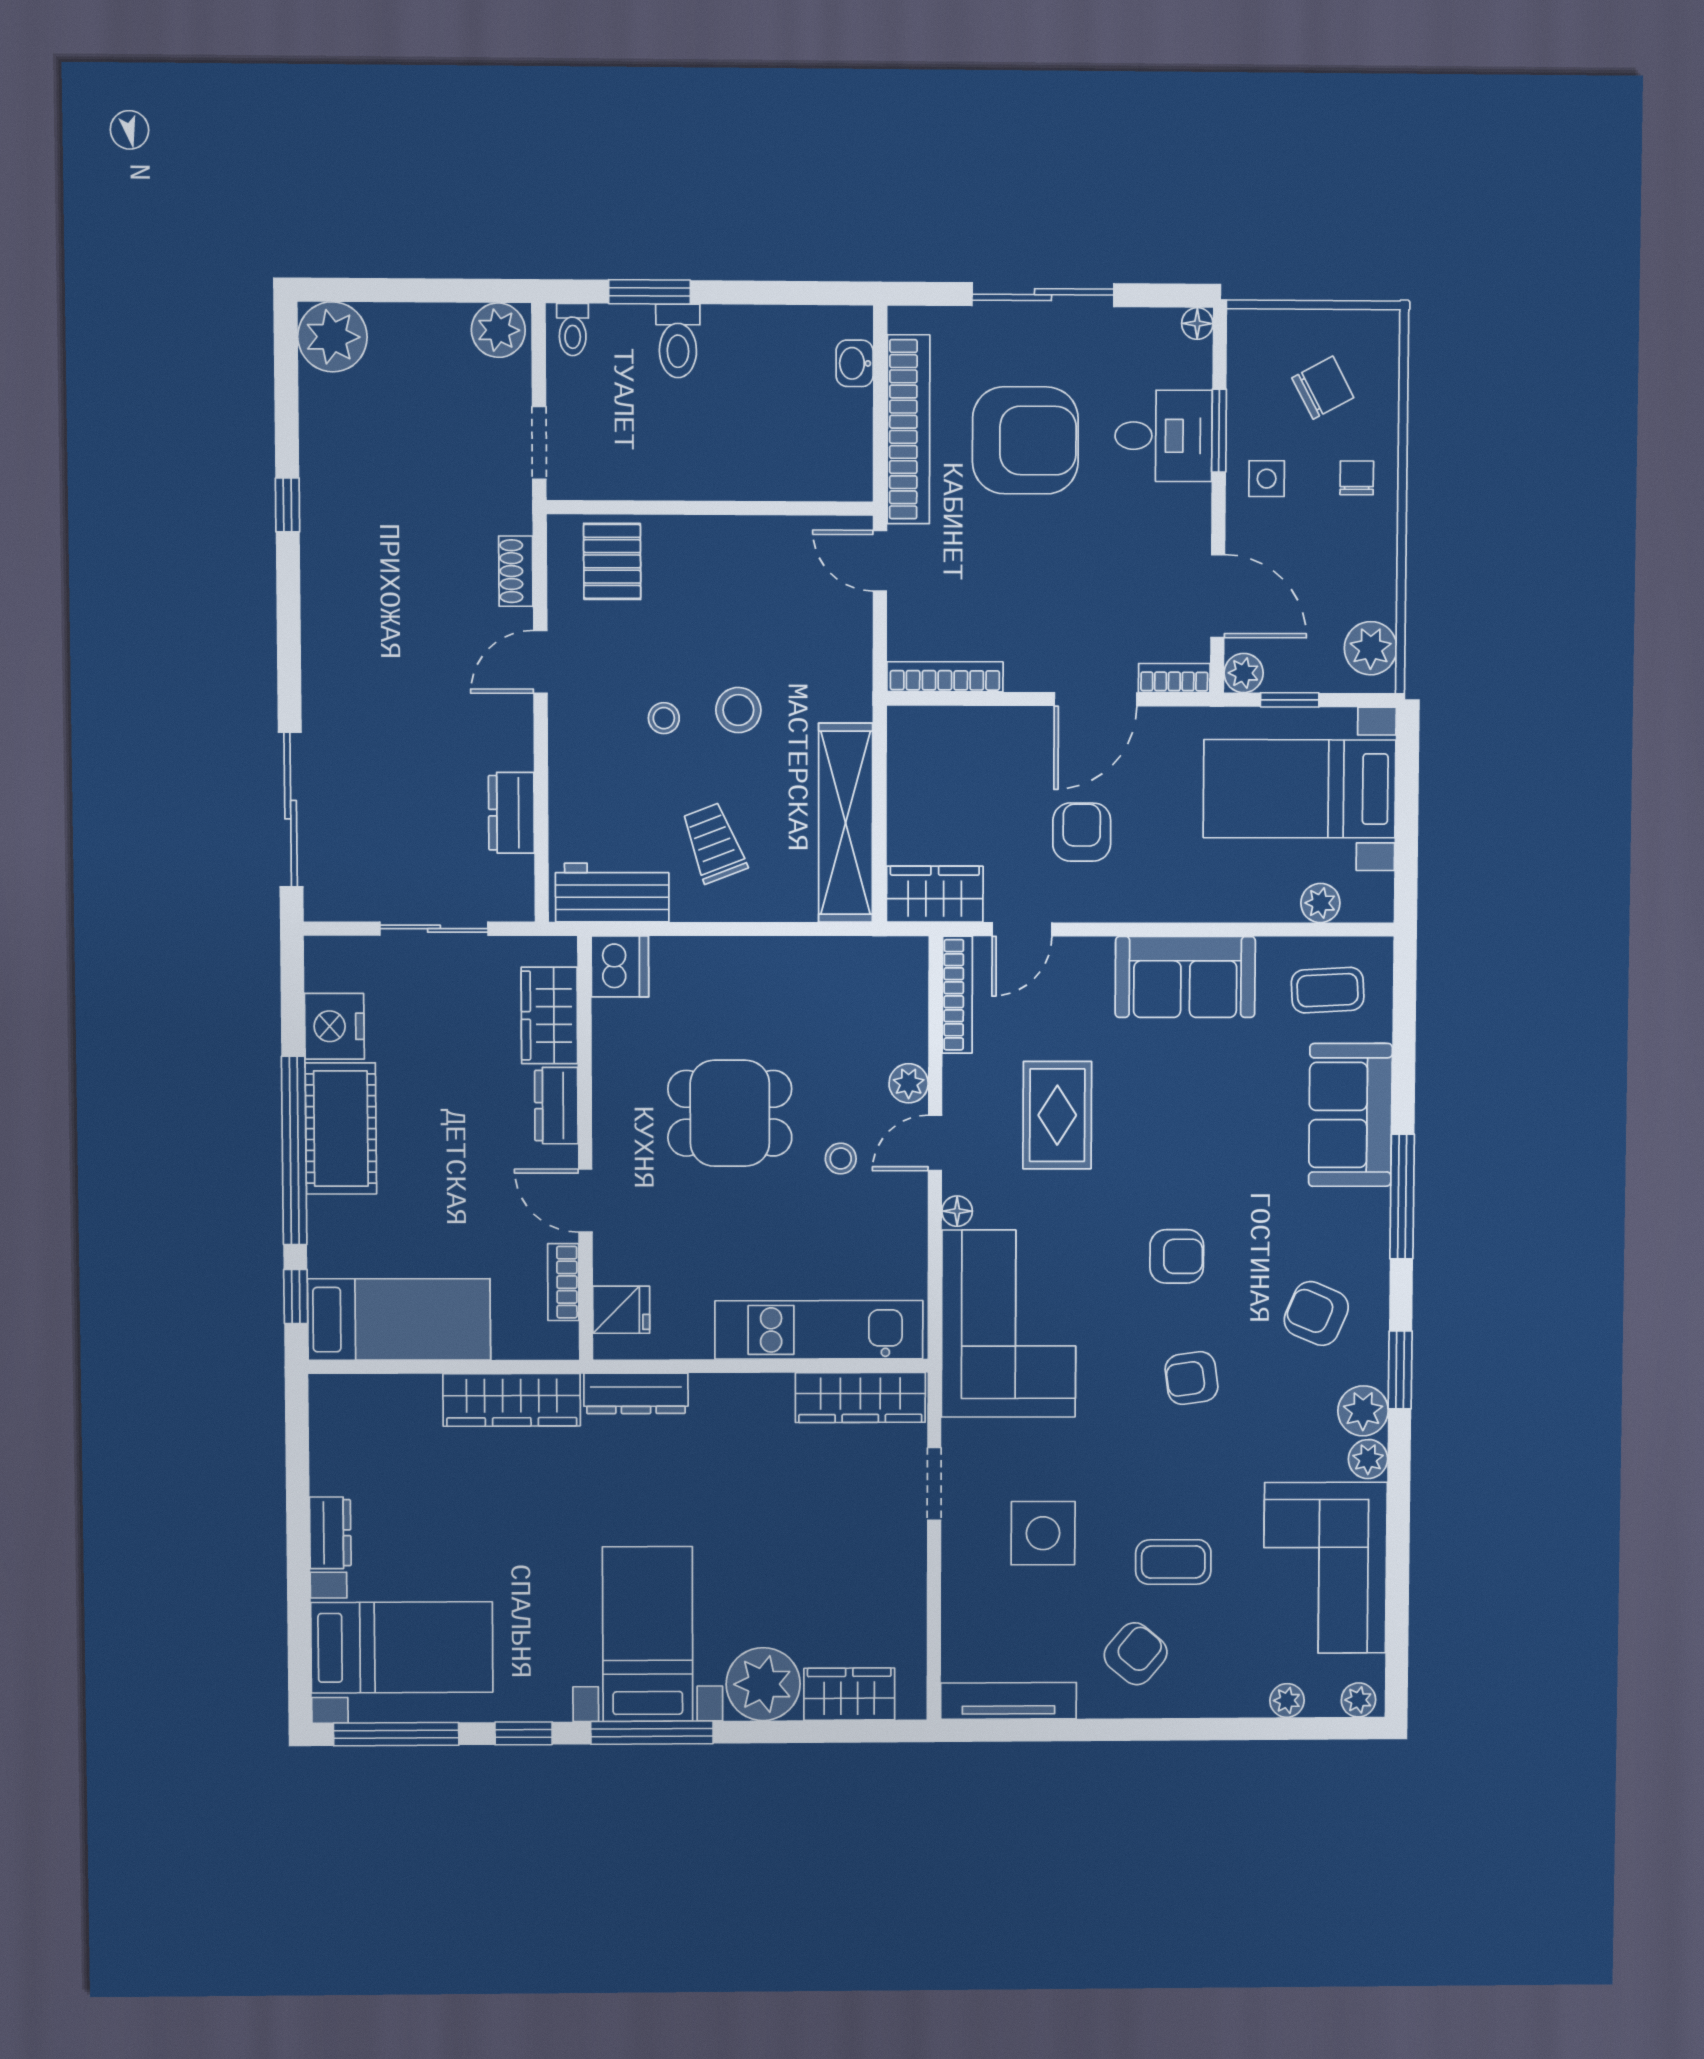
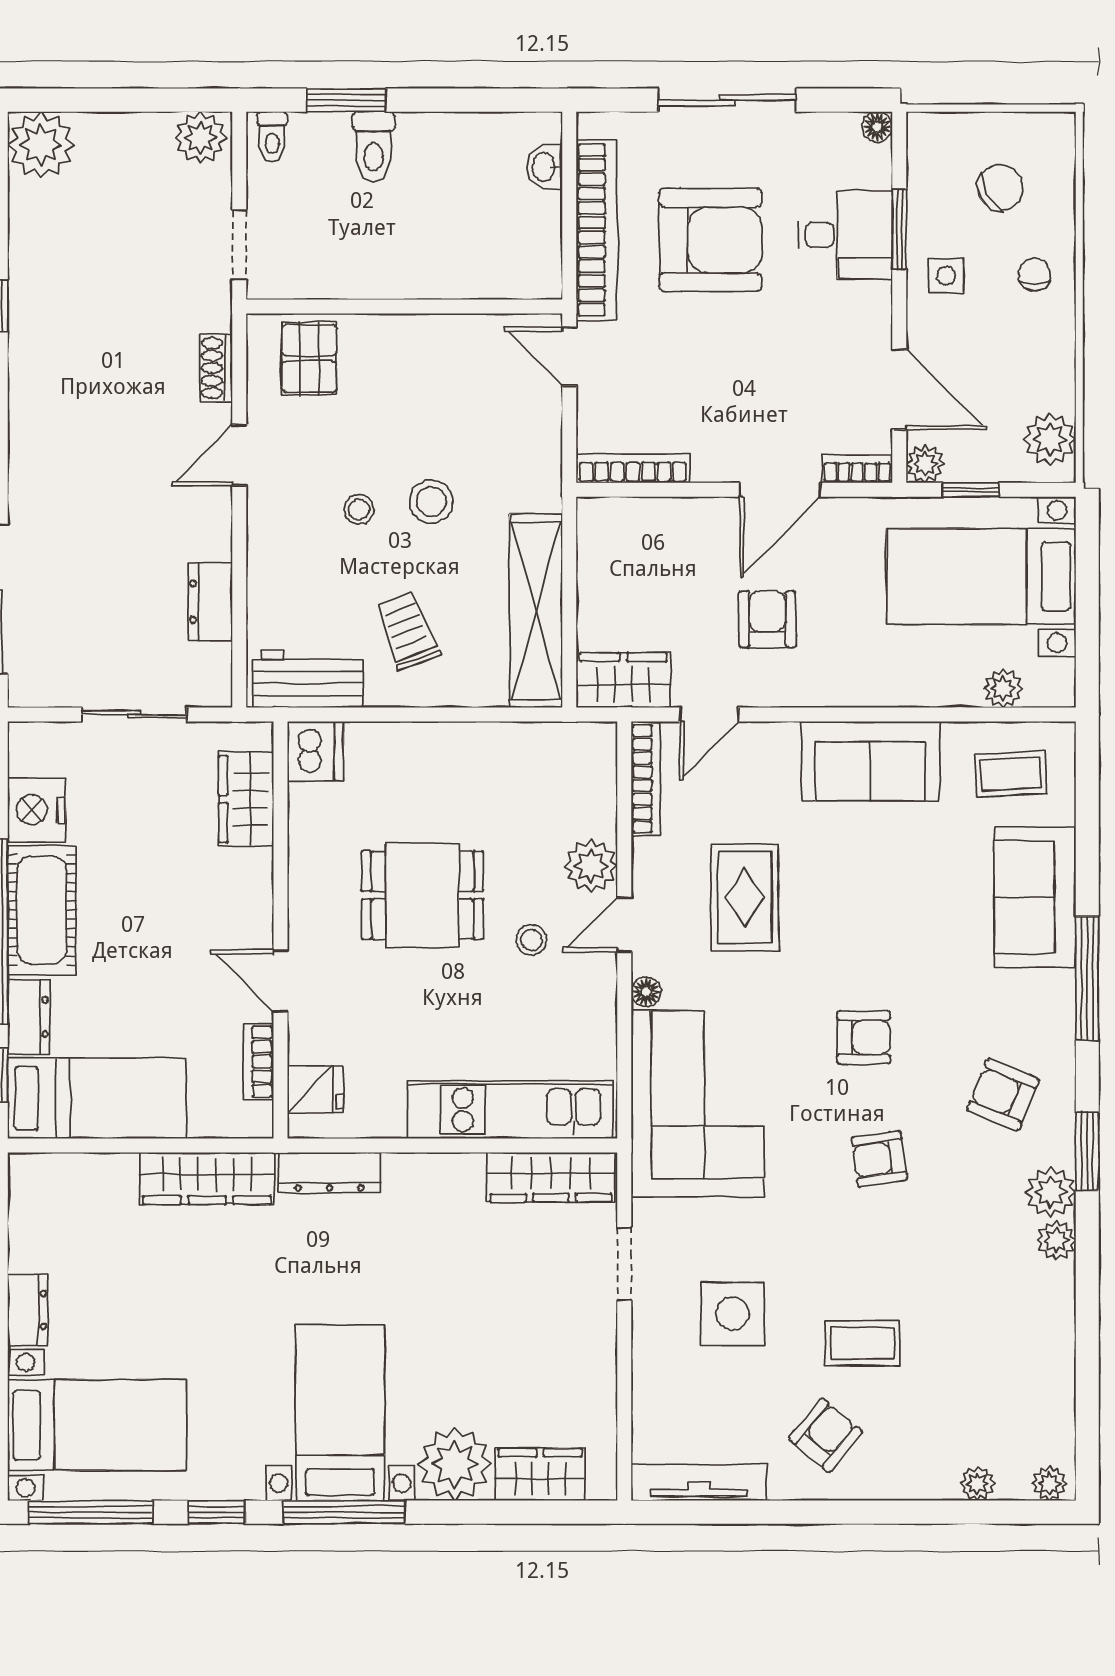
plant: (909, 1083) -> (591, 866), width x1.38, depth x1.38
dresser: (556, 1106) -> (29, 1017), moved, turned 180
corner sofa: (1325, 1568) -> (1014, 1350), removed

